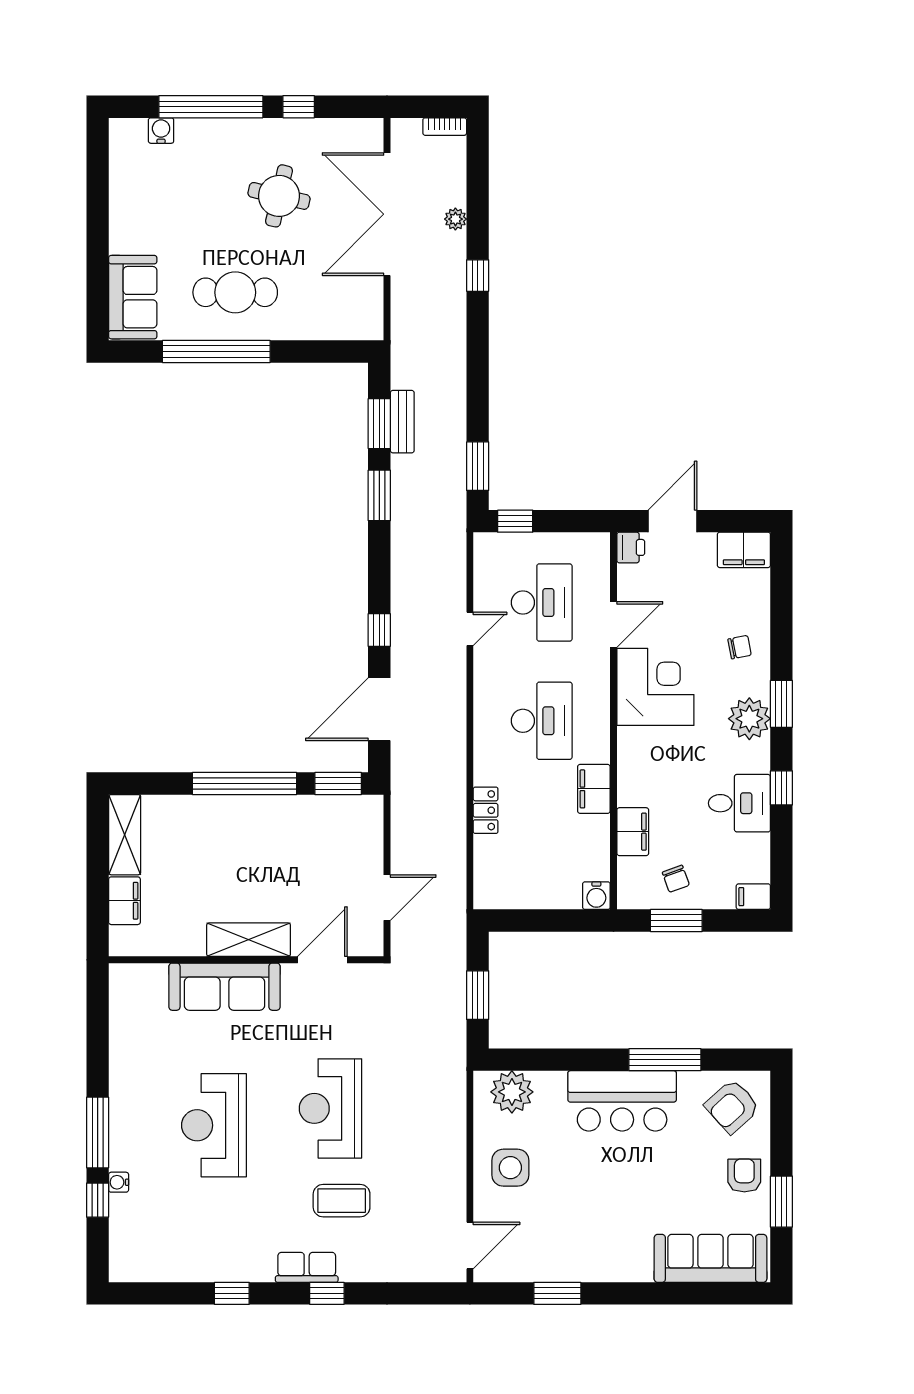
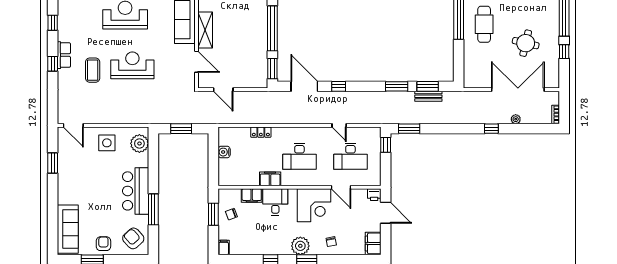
desk: (739, 803) -> (275, 202), moved, turned 180
water cooler: (596, 896) -> (224, 152), moved
armchair: (744, 1176) -> (103, 244), turned -90

